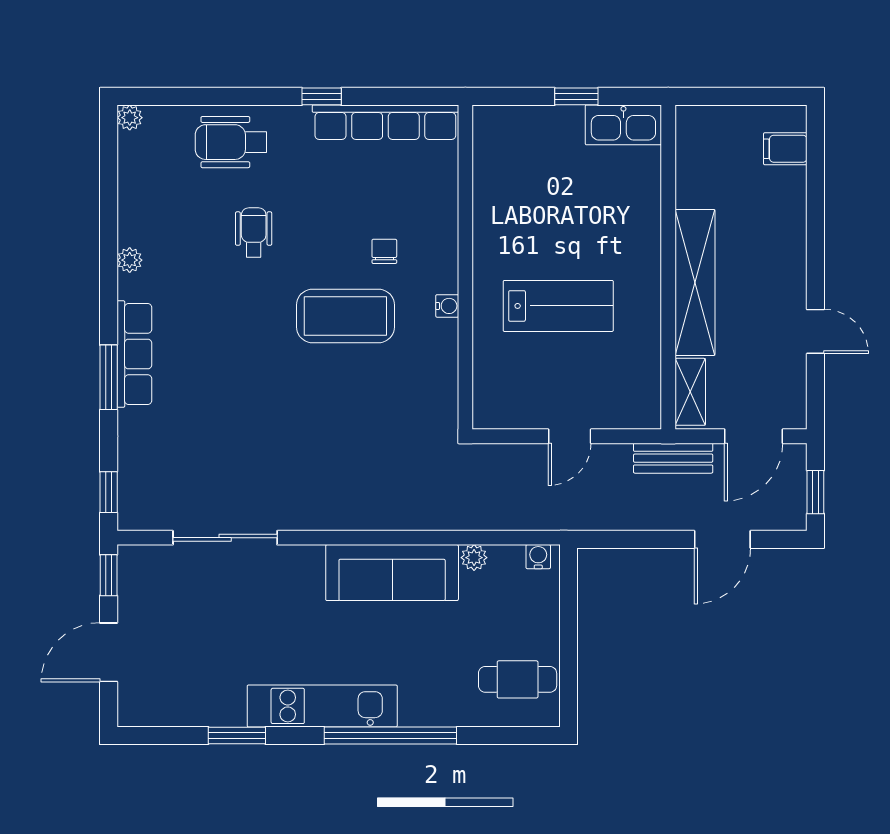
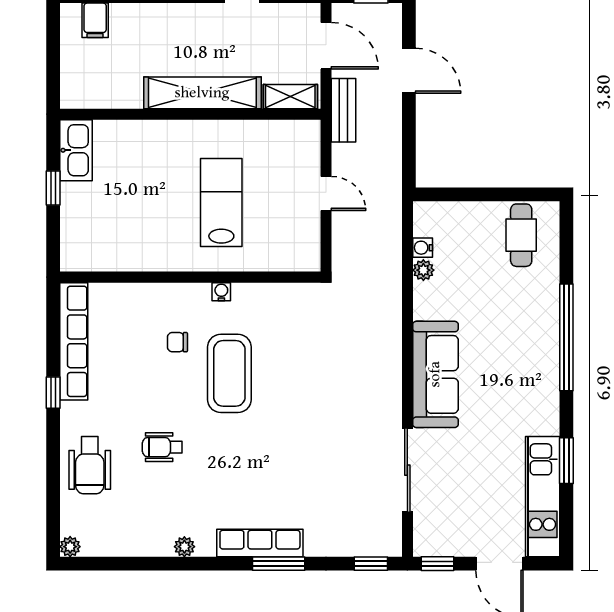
water cooler: (538, 557) -> (423, 248), moved
sofa: (392, 573) -> (435, 374), moved
kitchen unit: (322, 706) -> (543, 497), moved

